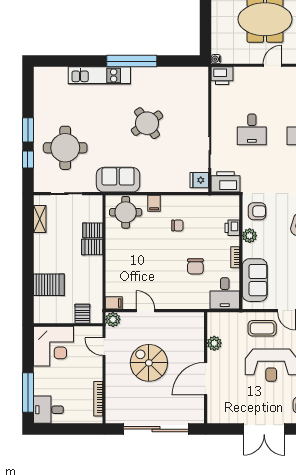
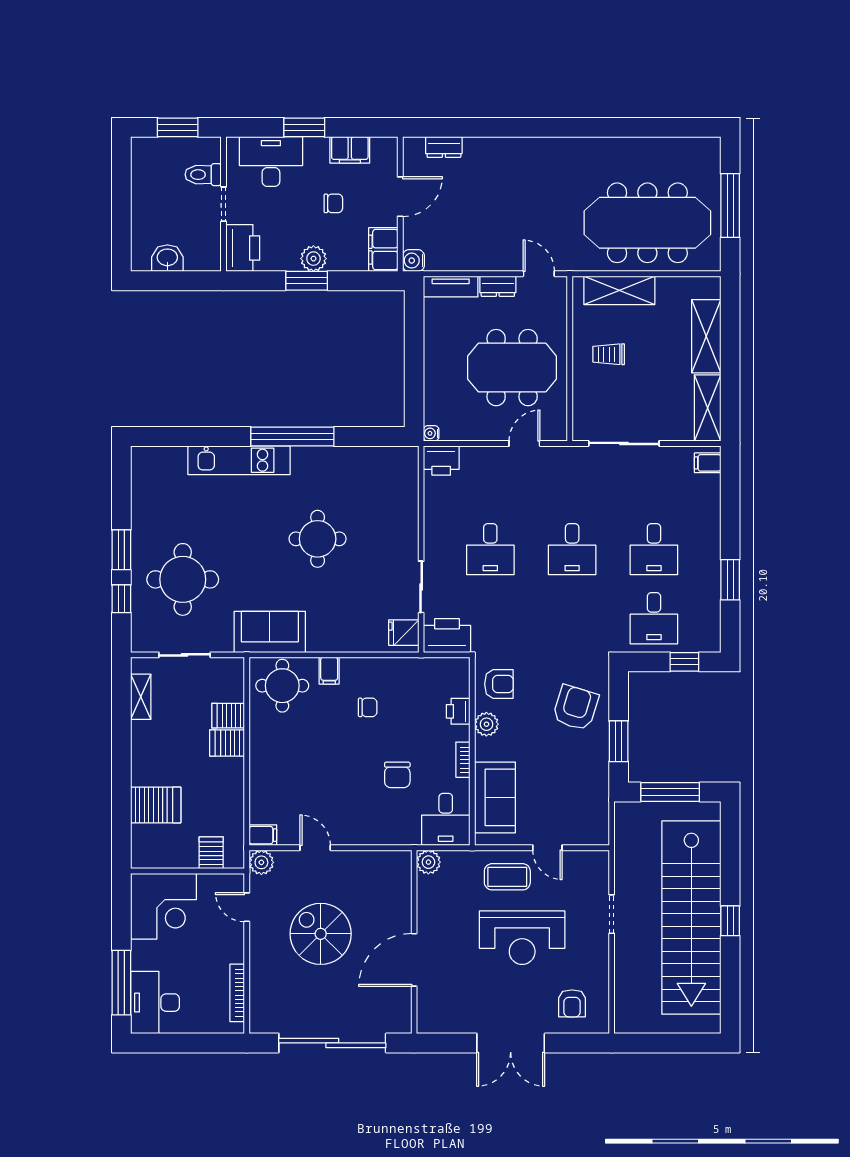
round table: (147, 123) -> (318, 539), turned 35
plant: (214, 343) -> (428, 862), moved
desk: (48, 410) -> (155, 1003), width x1.37

